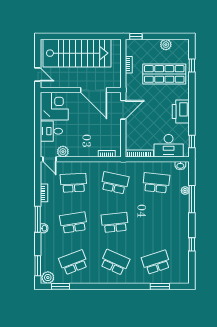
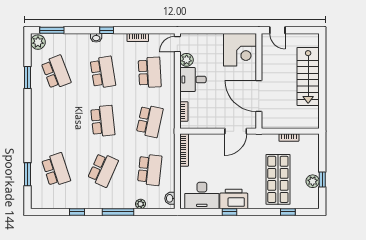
window: (136, 36) -> (322, 179), moved
stairs: (77, 53) -> (308, 76), width x0.73, depth x0.66
door: (38, 74) -> (277, 30), hinge flipped
door: (94, 90) -> (259, 96), hinge flipped
door: (123, 110) -> (236, 131), hinge flipped
desk: (51, 131) -> (193, 80), moved, turned -90
window: (192, 141) -> (229, 212), moved
desk: (169, 146) -> (202, 195), moved, turned -90
window: (192, 199) -> (118, 212), moved
window: (38, 219) -> (107, 30), width x0.46
school desk: (115, 262) -> (103, 170), moved
window: (60, 286) -> (28, 78), moved

